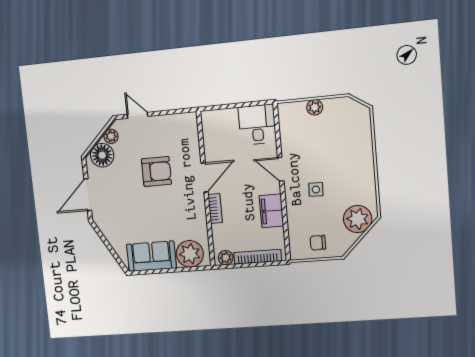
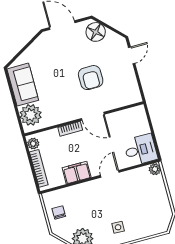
plant: (315, 107) -> (155, 169), moved
plant: (111, 136) -> (112, 37), removed
side table: (316, 189) -> (118, 227), moved

